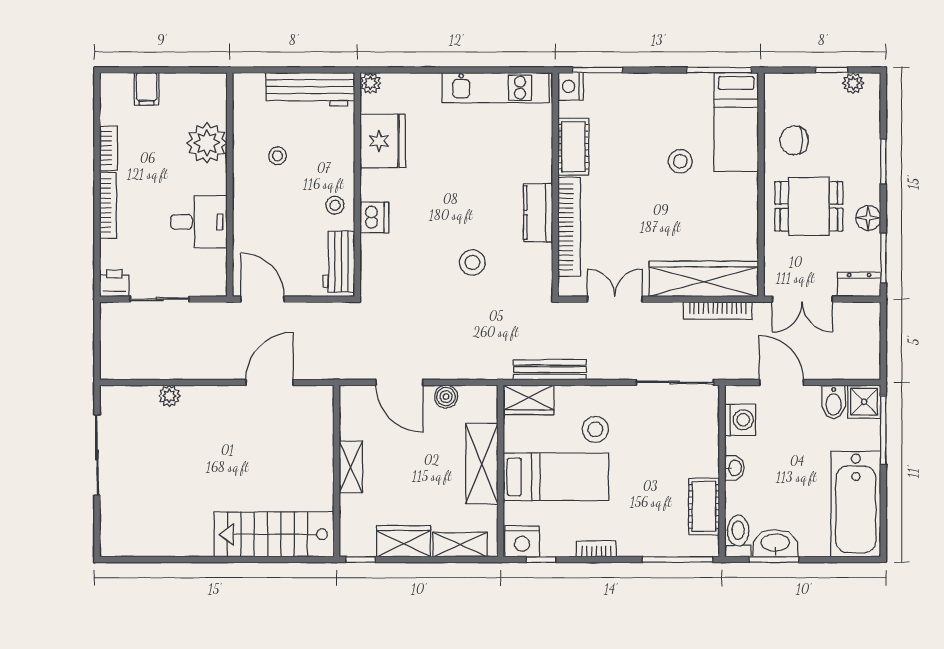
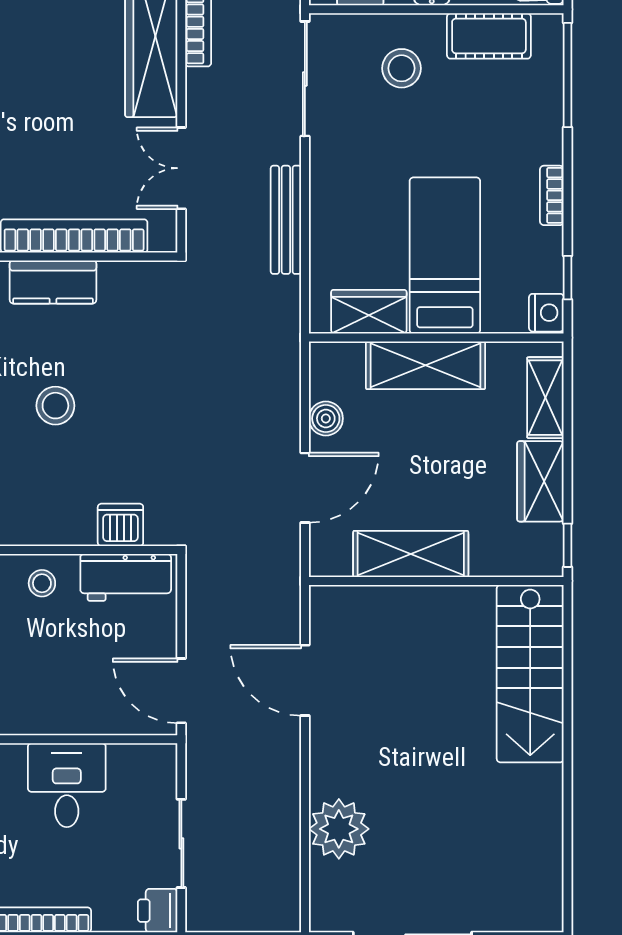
dishwasher: (374, 217) -> (120, 525), moved
stool: (472, 262) -> (55, 406), moved
door: (262, 299) -> (181, 691), hinge flipped
bench: (550, 370) -> (286, 220), moved
plant: (169, 396) -> (339, 829), width x1.88, depth x1.88
wardrobe: (529, 400) -> (369, 312), moved, turned -90
stool: (595, 429) -> (402, 68), moved
shelving: (351, 467) -> (411, 554), width x1.50, depth x1.33
nightstand: (522, 541) -> (546, 313), width x0.74, depth x0.75

